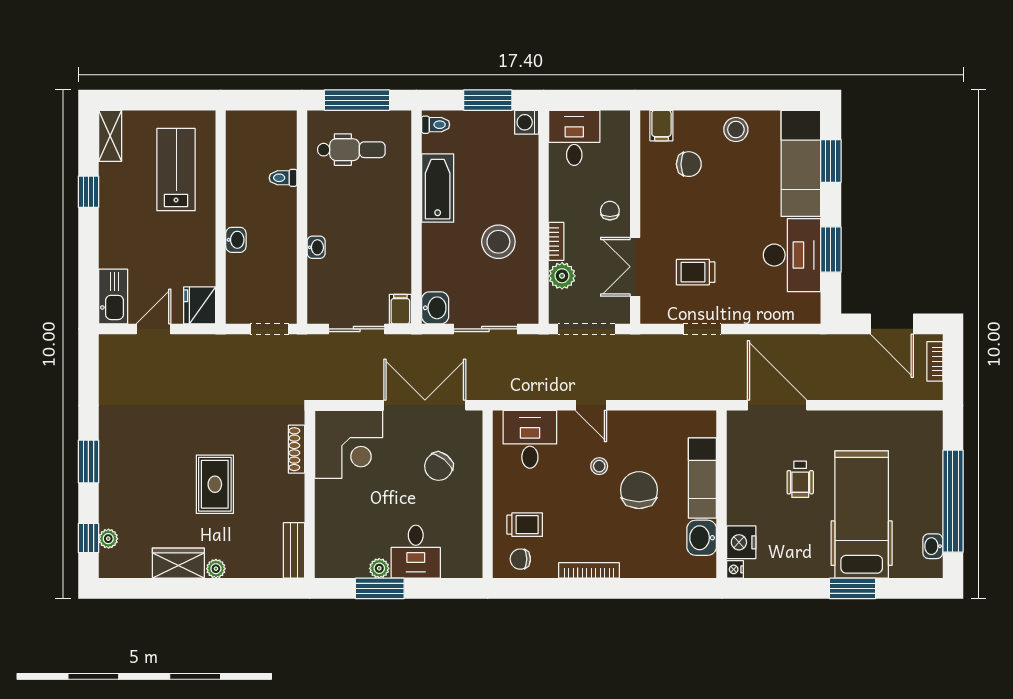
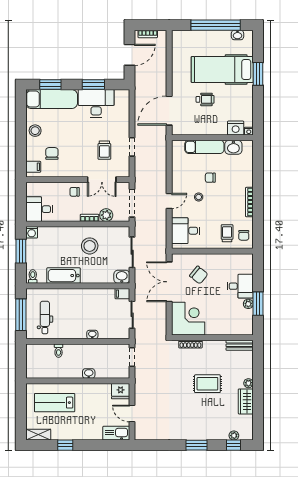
chair: (639, 490) -> (210, 178), width x0.54, depth x0.54

